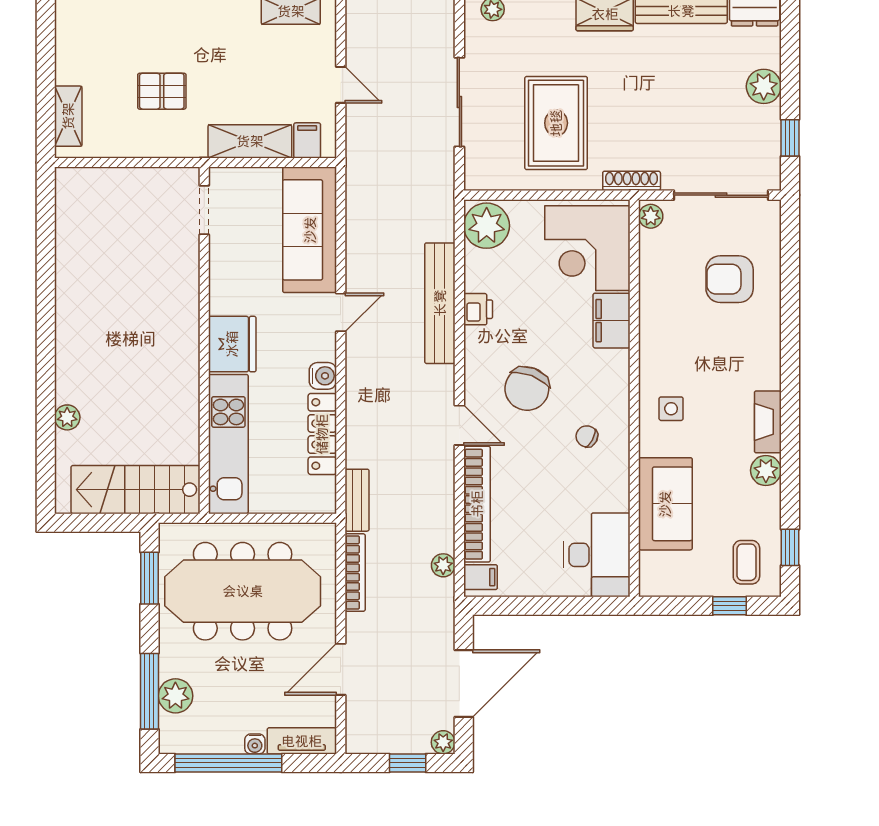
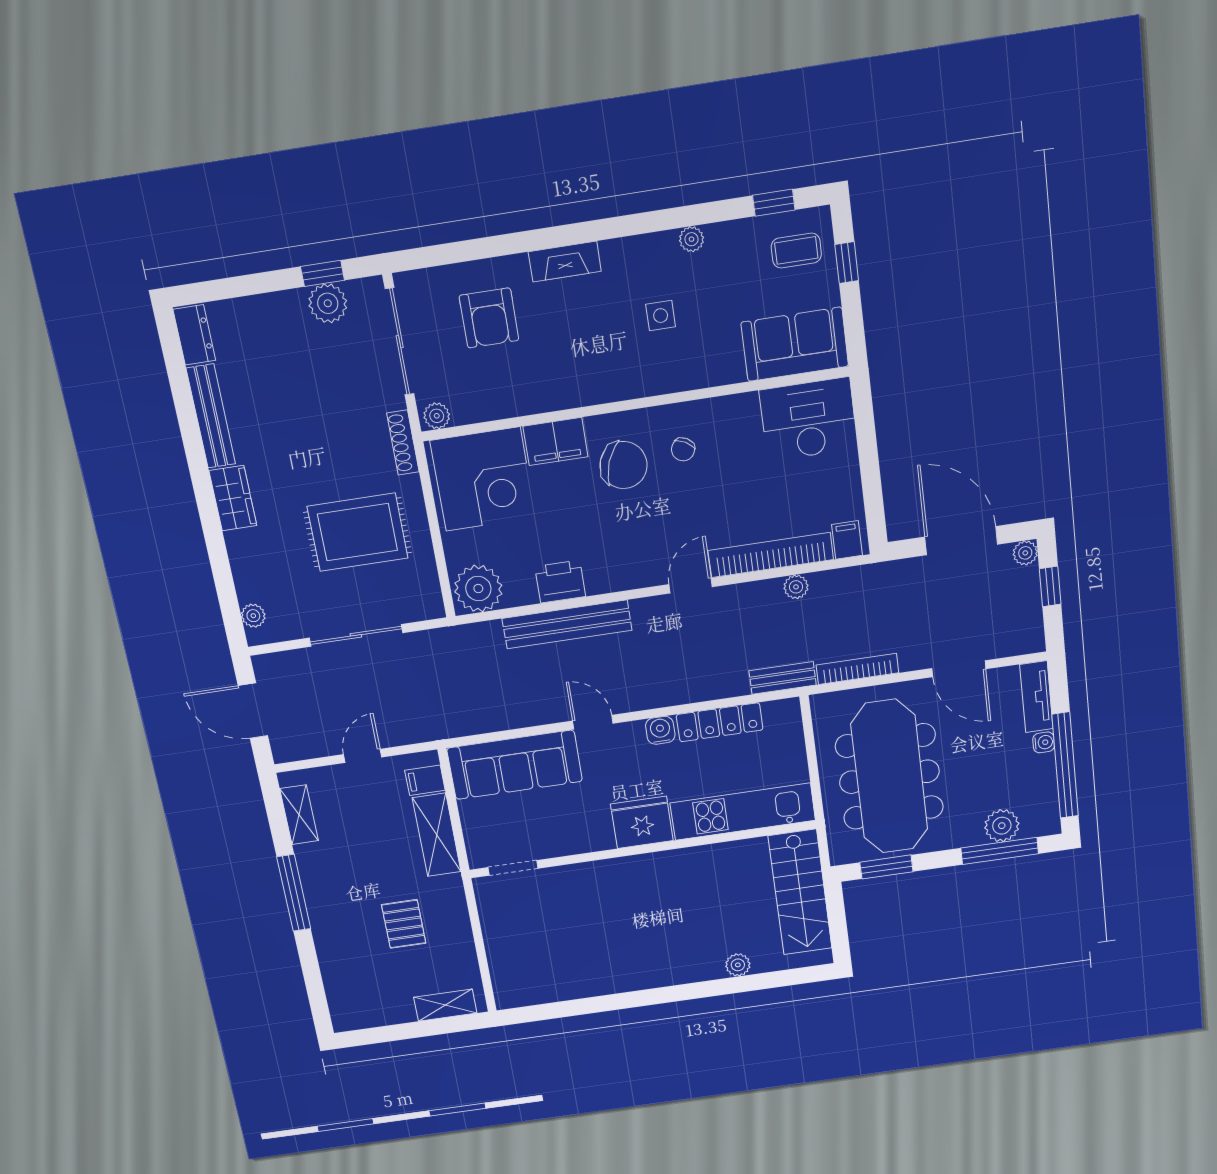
plant: (764, 86) -> (328, 303), moved
printer: (478, 309) -> (560, 582), width x1.36, depth x1.24
chair: (527, 389) -> (623, 465), moved
side table: (671, 409) -> (661, 316), moved
fireplace: (768, 422) -> (565, 262), moved
plant: (766, 470) -> (691, 239), width x0.73, depth x0.73
sofa: (665, 504) -> (795, 344), moved
plant: (443, 565) -> (796, 587), moved

